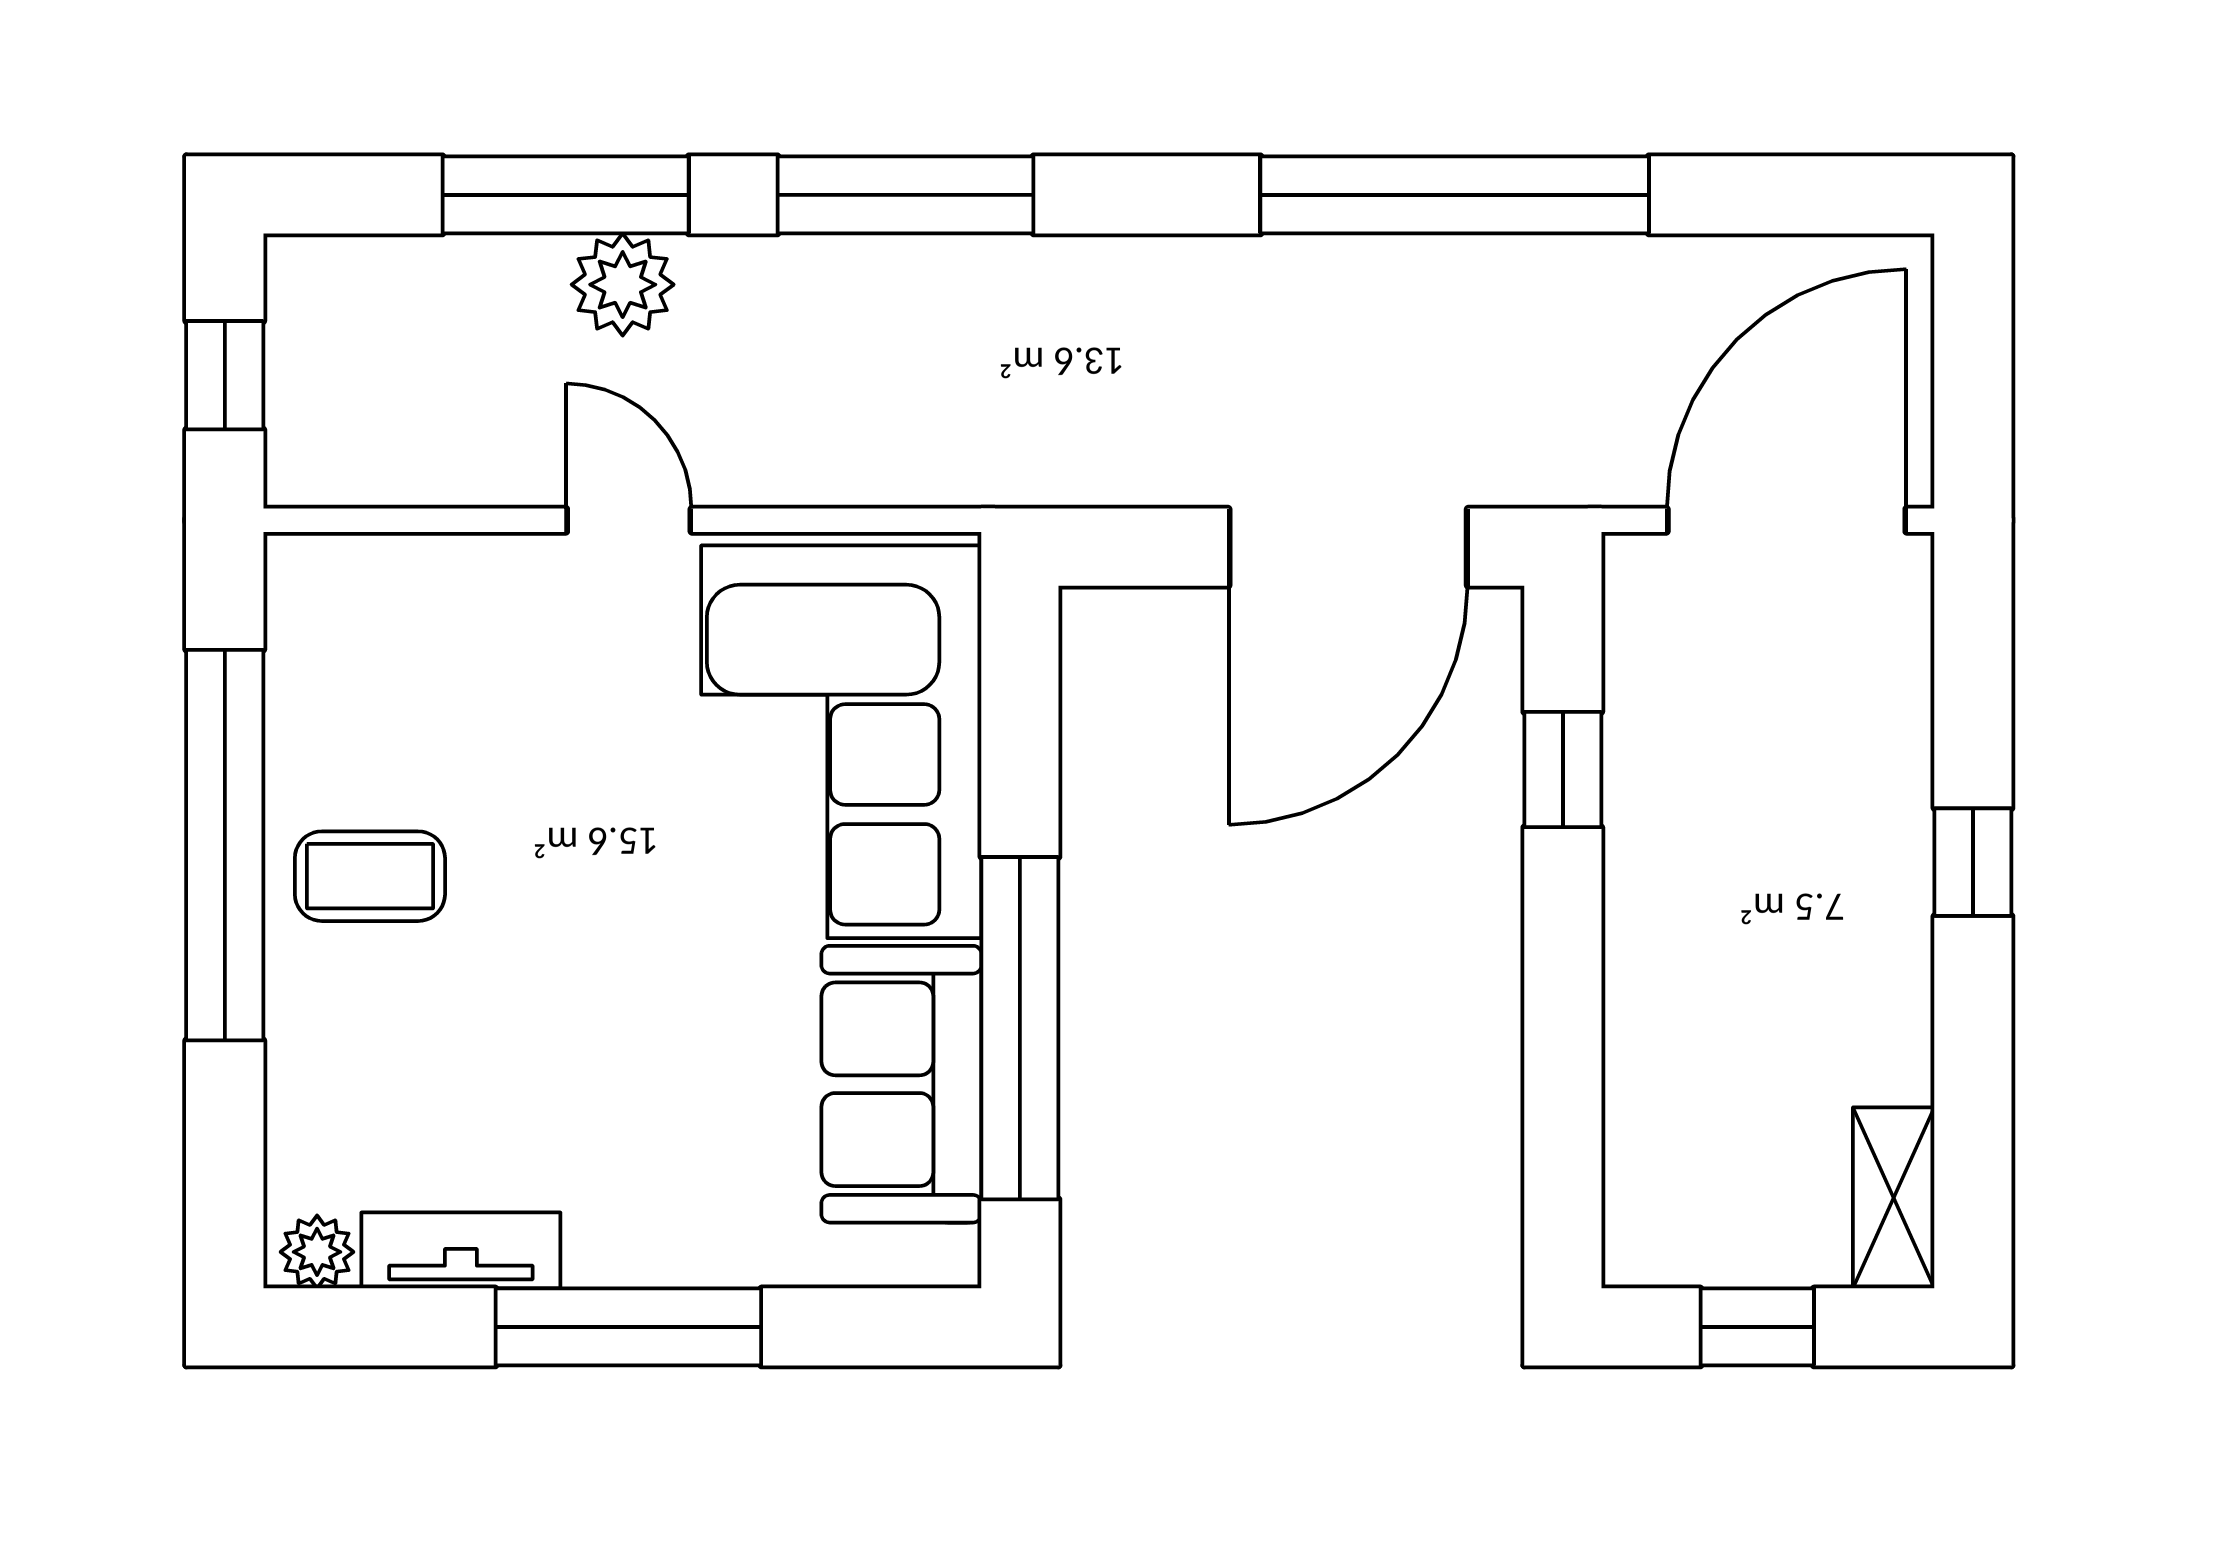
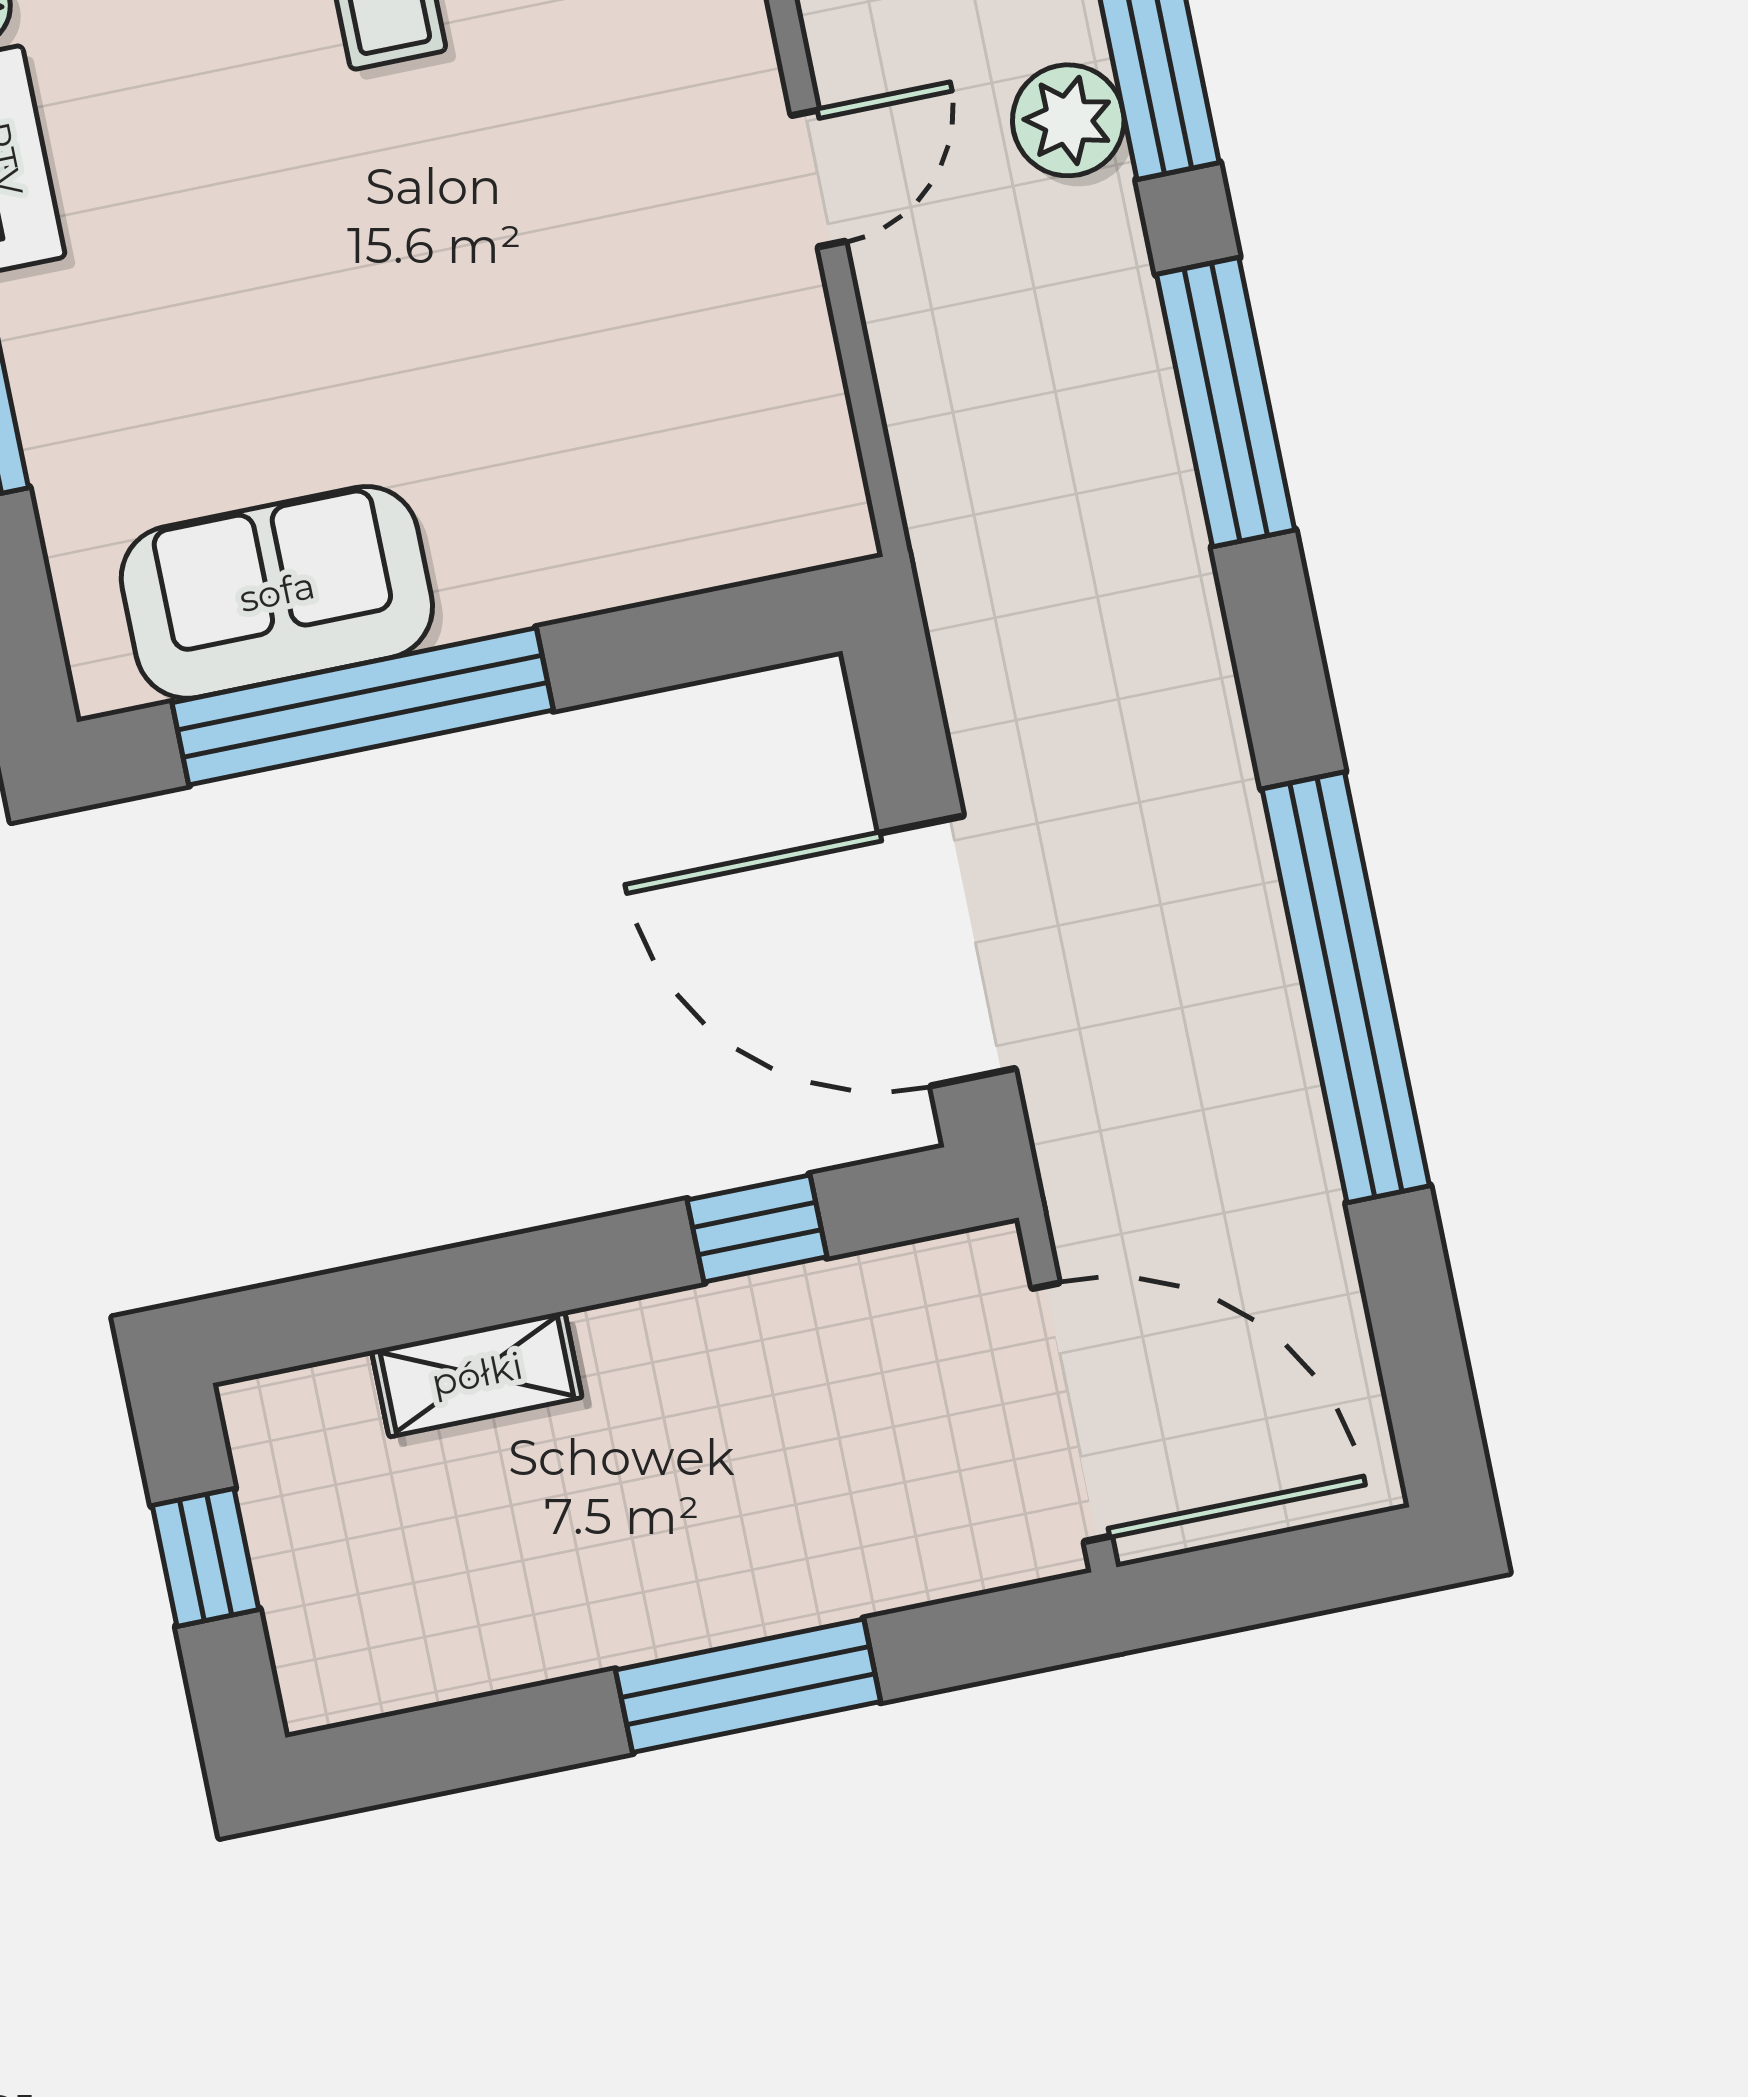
corner sofa: (841, 742) -> (629, 453), removed
window: (1973, 862) -> (748, 1686), width x2.17
shelving: (1894, 1198) -> (477, 1374), moved

